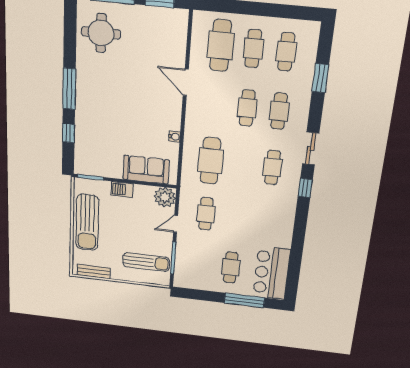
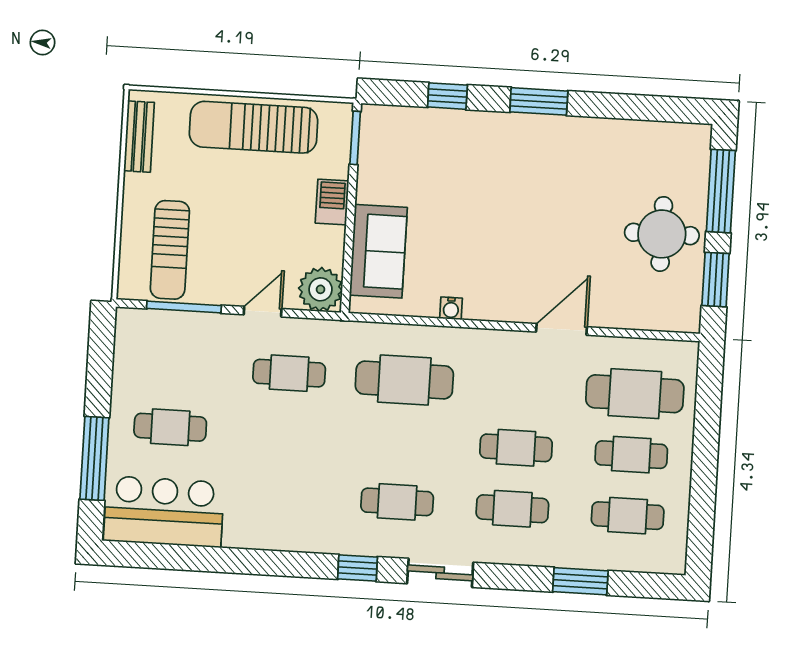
round table: (101, 33) -> (662, 234), moved
window: (69, 89) -> (539, 101), width x0.69
door: (176, 224) -> (263, 312), hinge flipped

